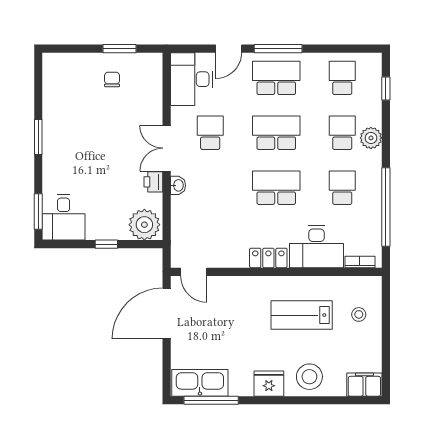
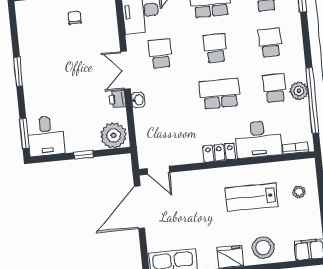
school desk: (276, 133) -> (215, 48), width x0.54
plant: (371, 138) -> (299, 91), moved

